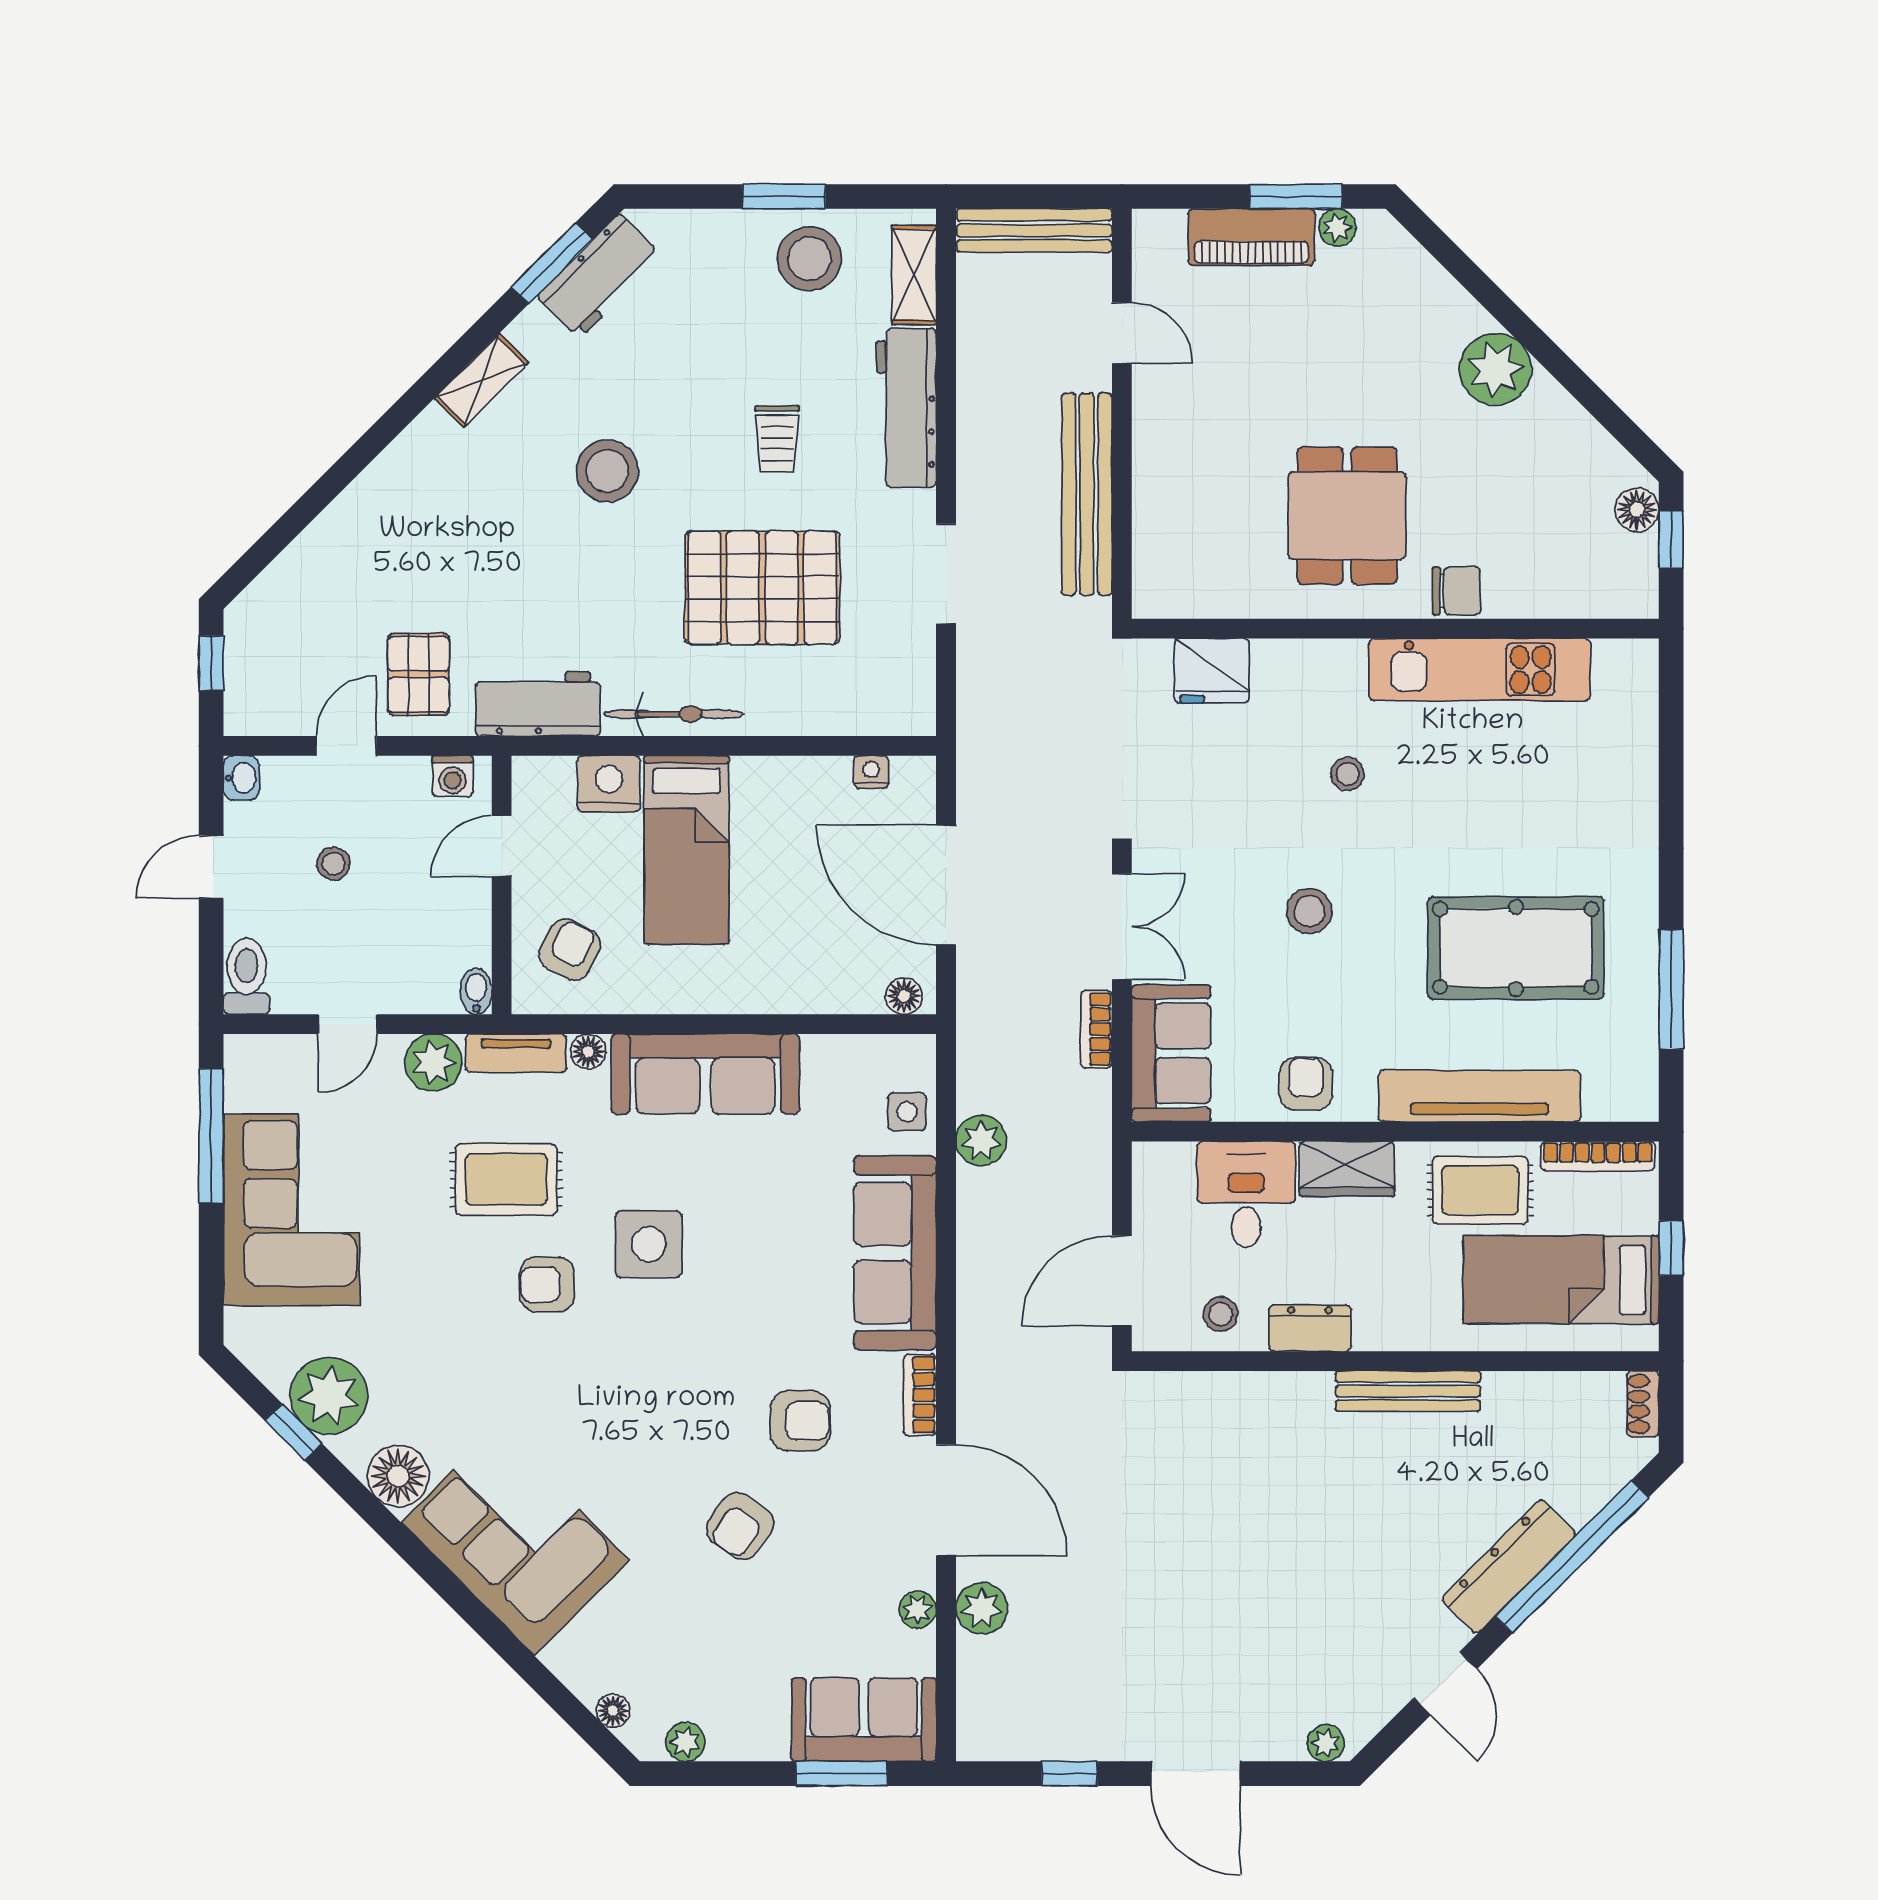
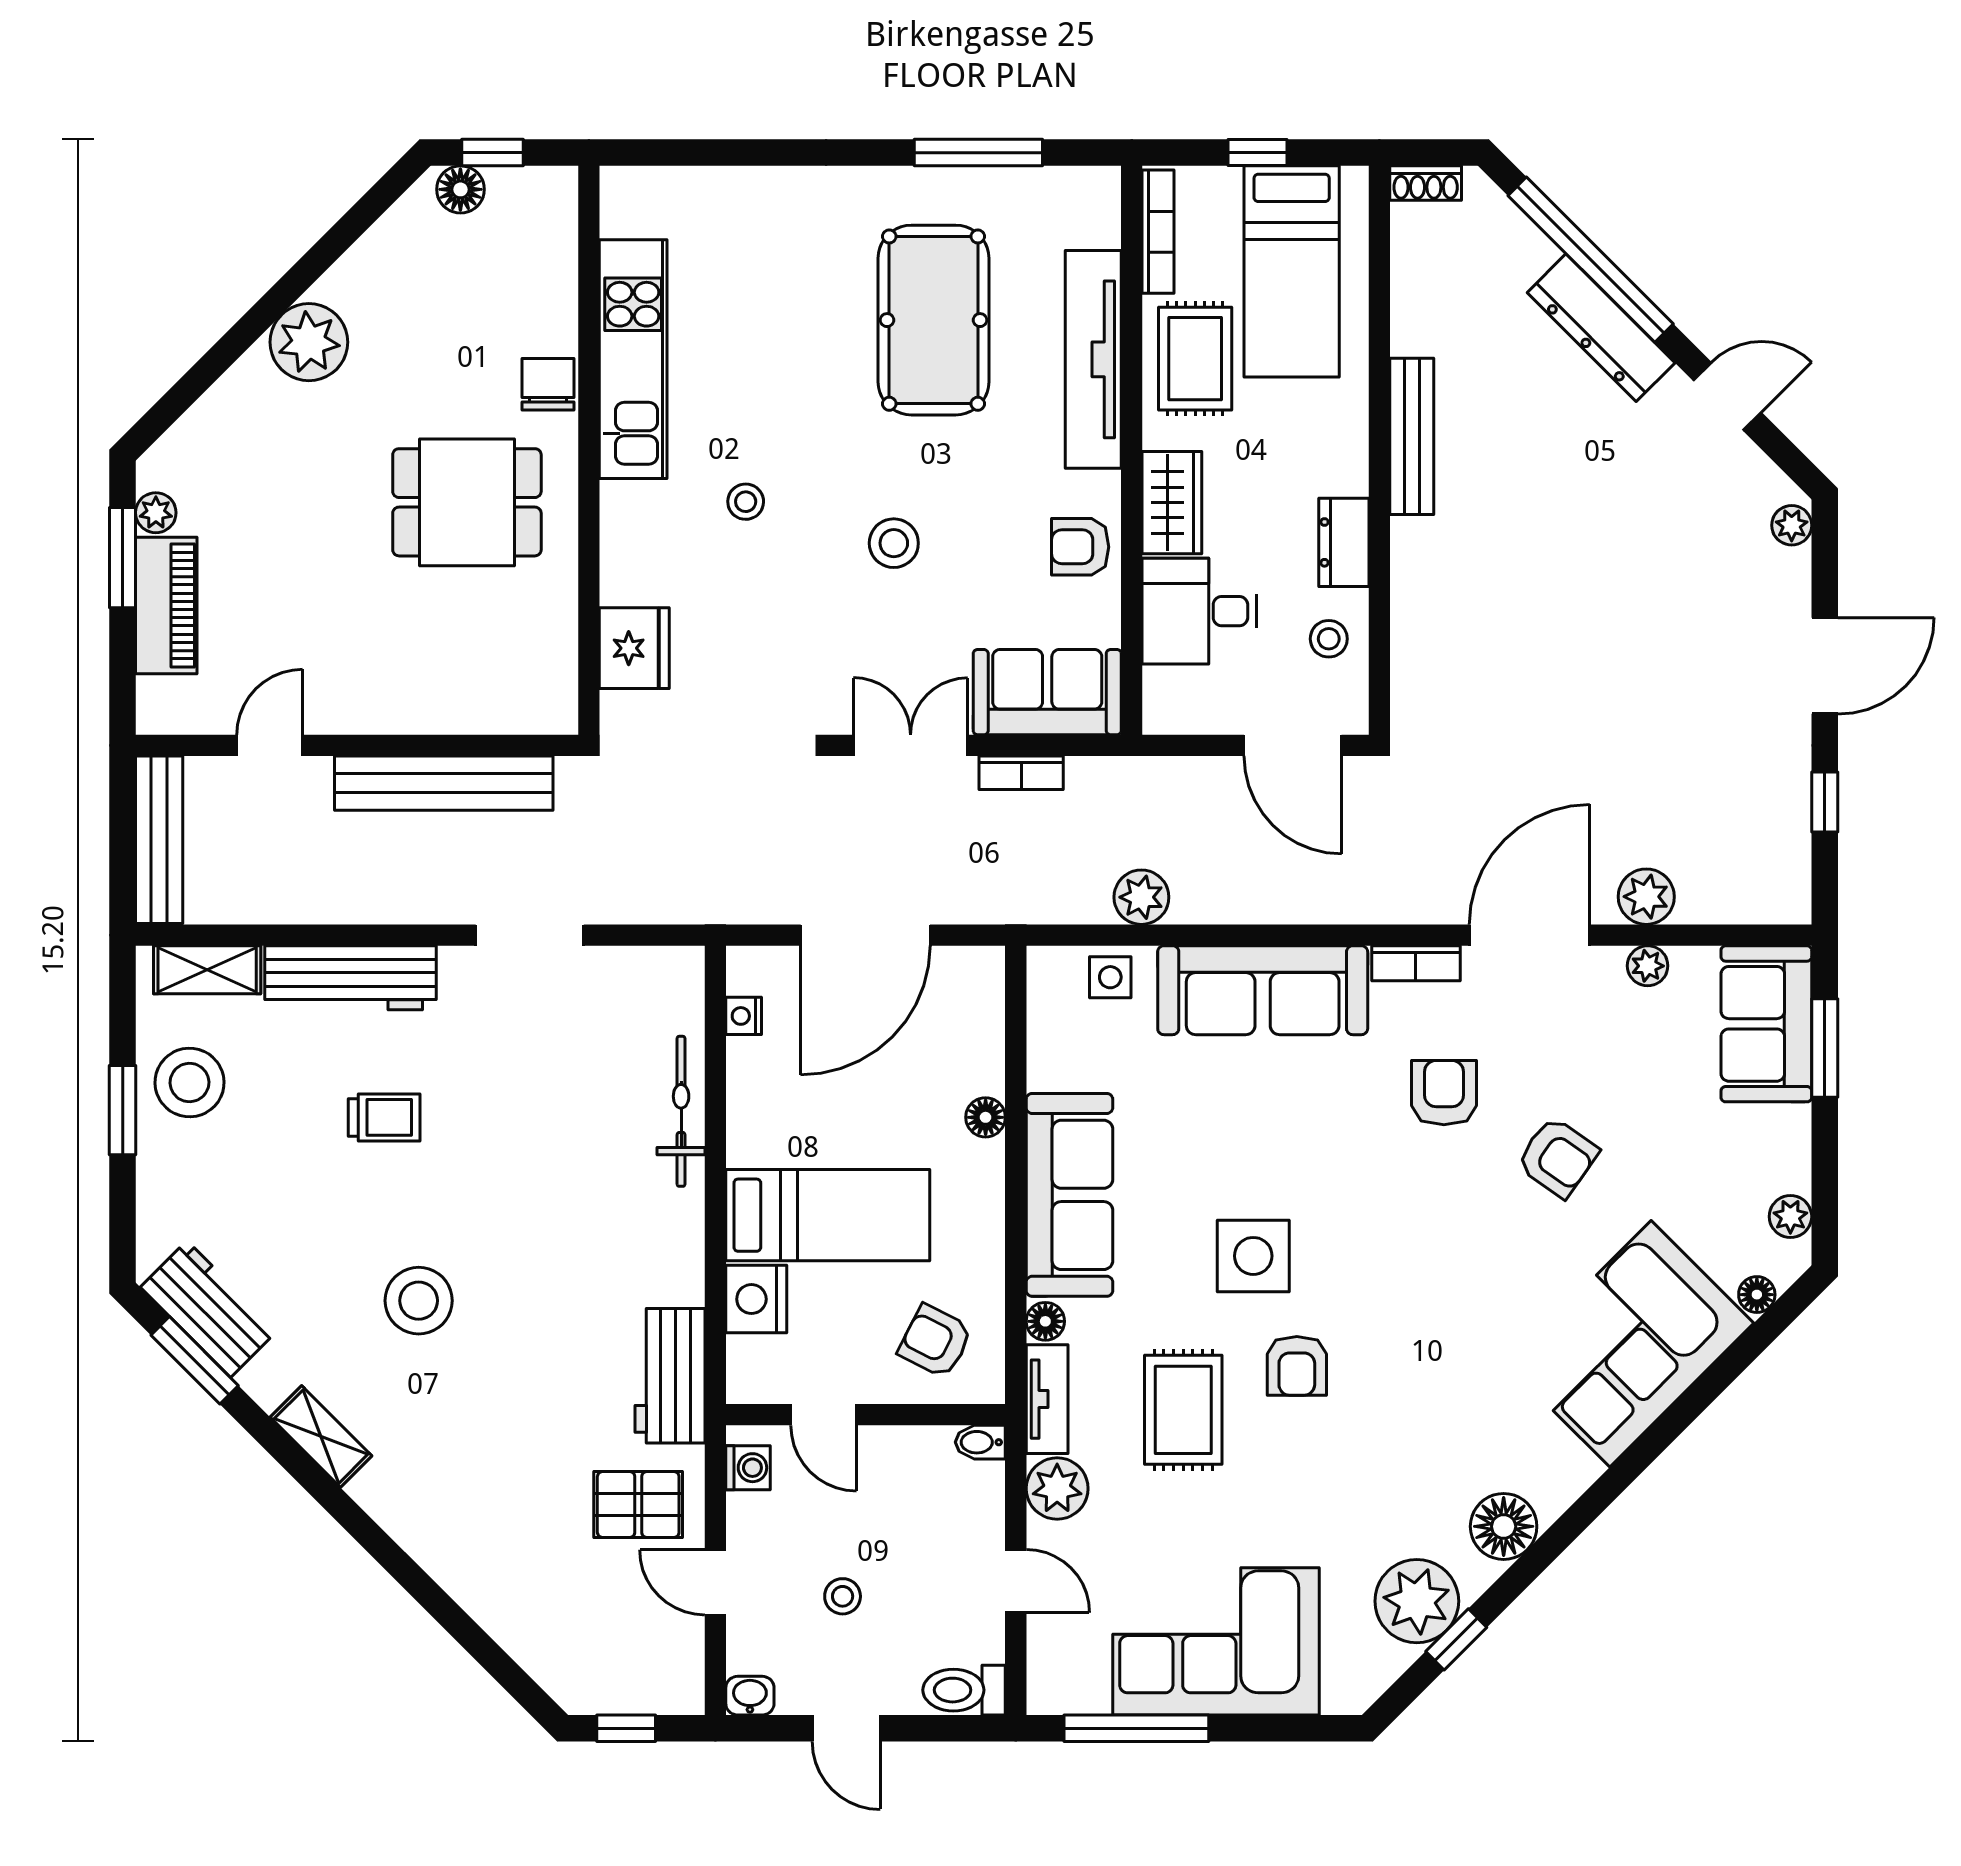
pallet: (762, 588) -> (545, 1133), removed
bicycle: (674, 714) -> (681, 1111), moved
floor lamp: (904, 996) -> (986, 1117), moved
corner sofa: (515, 1541) -> (1630, 1344), moved

